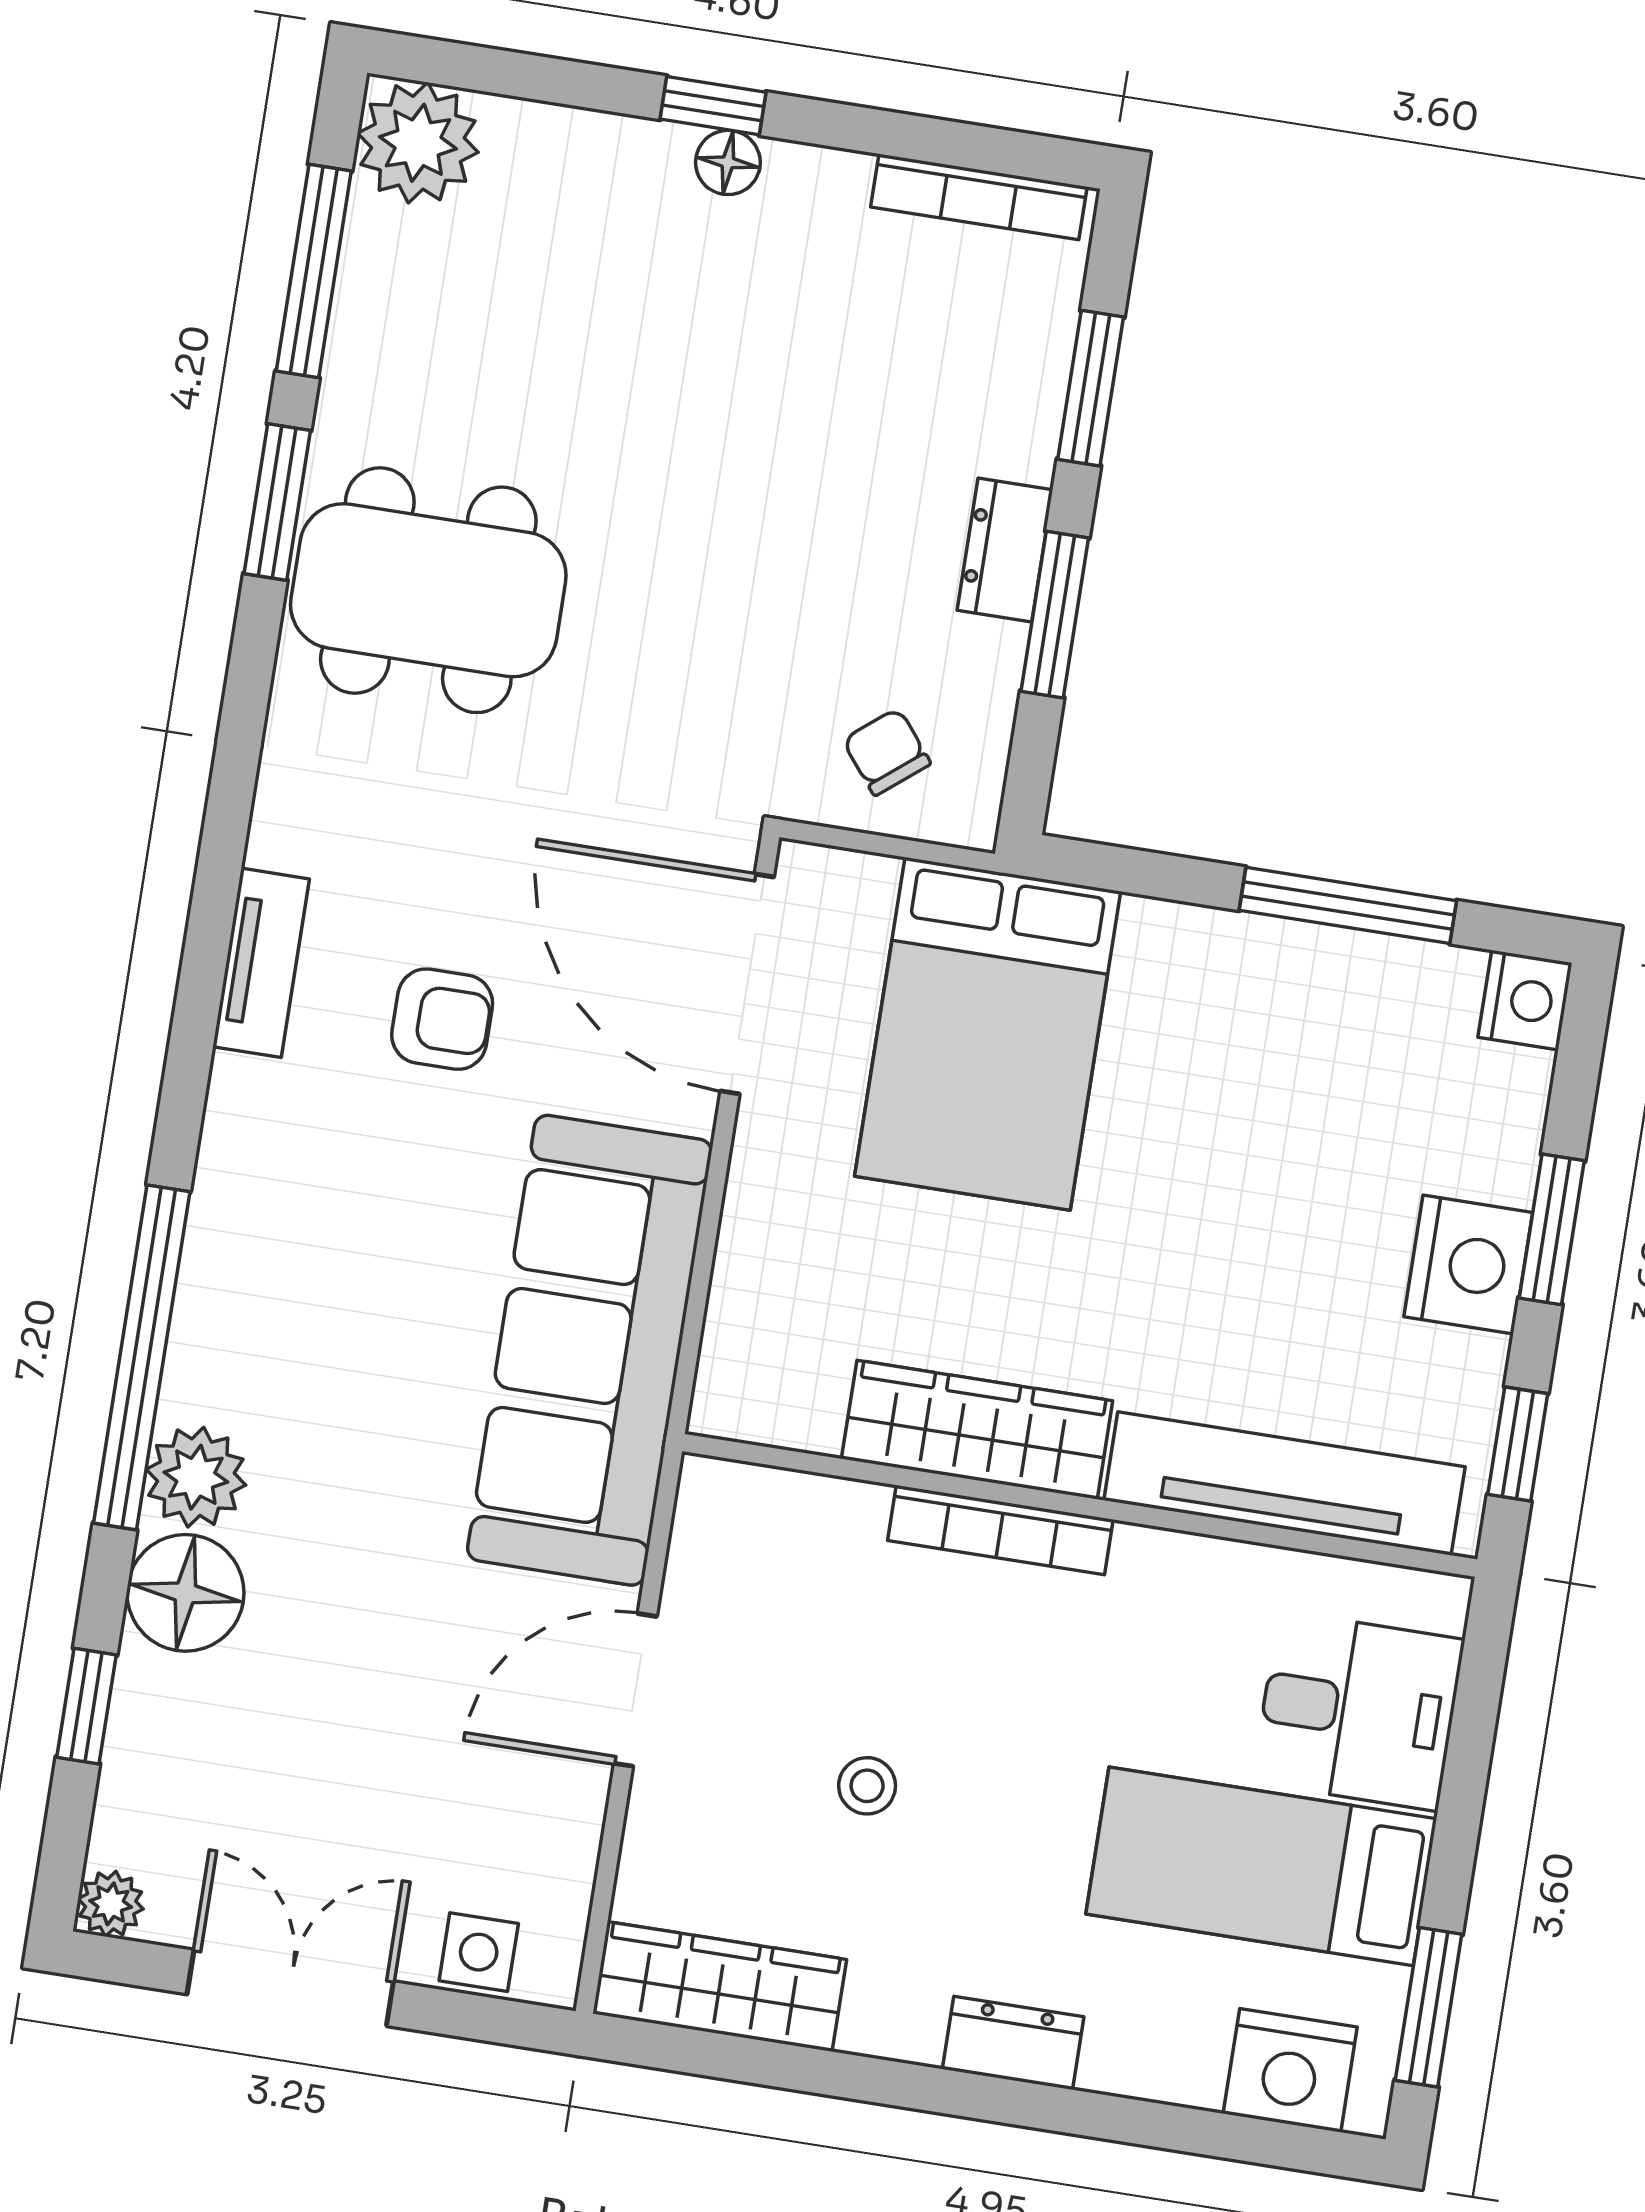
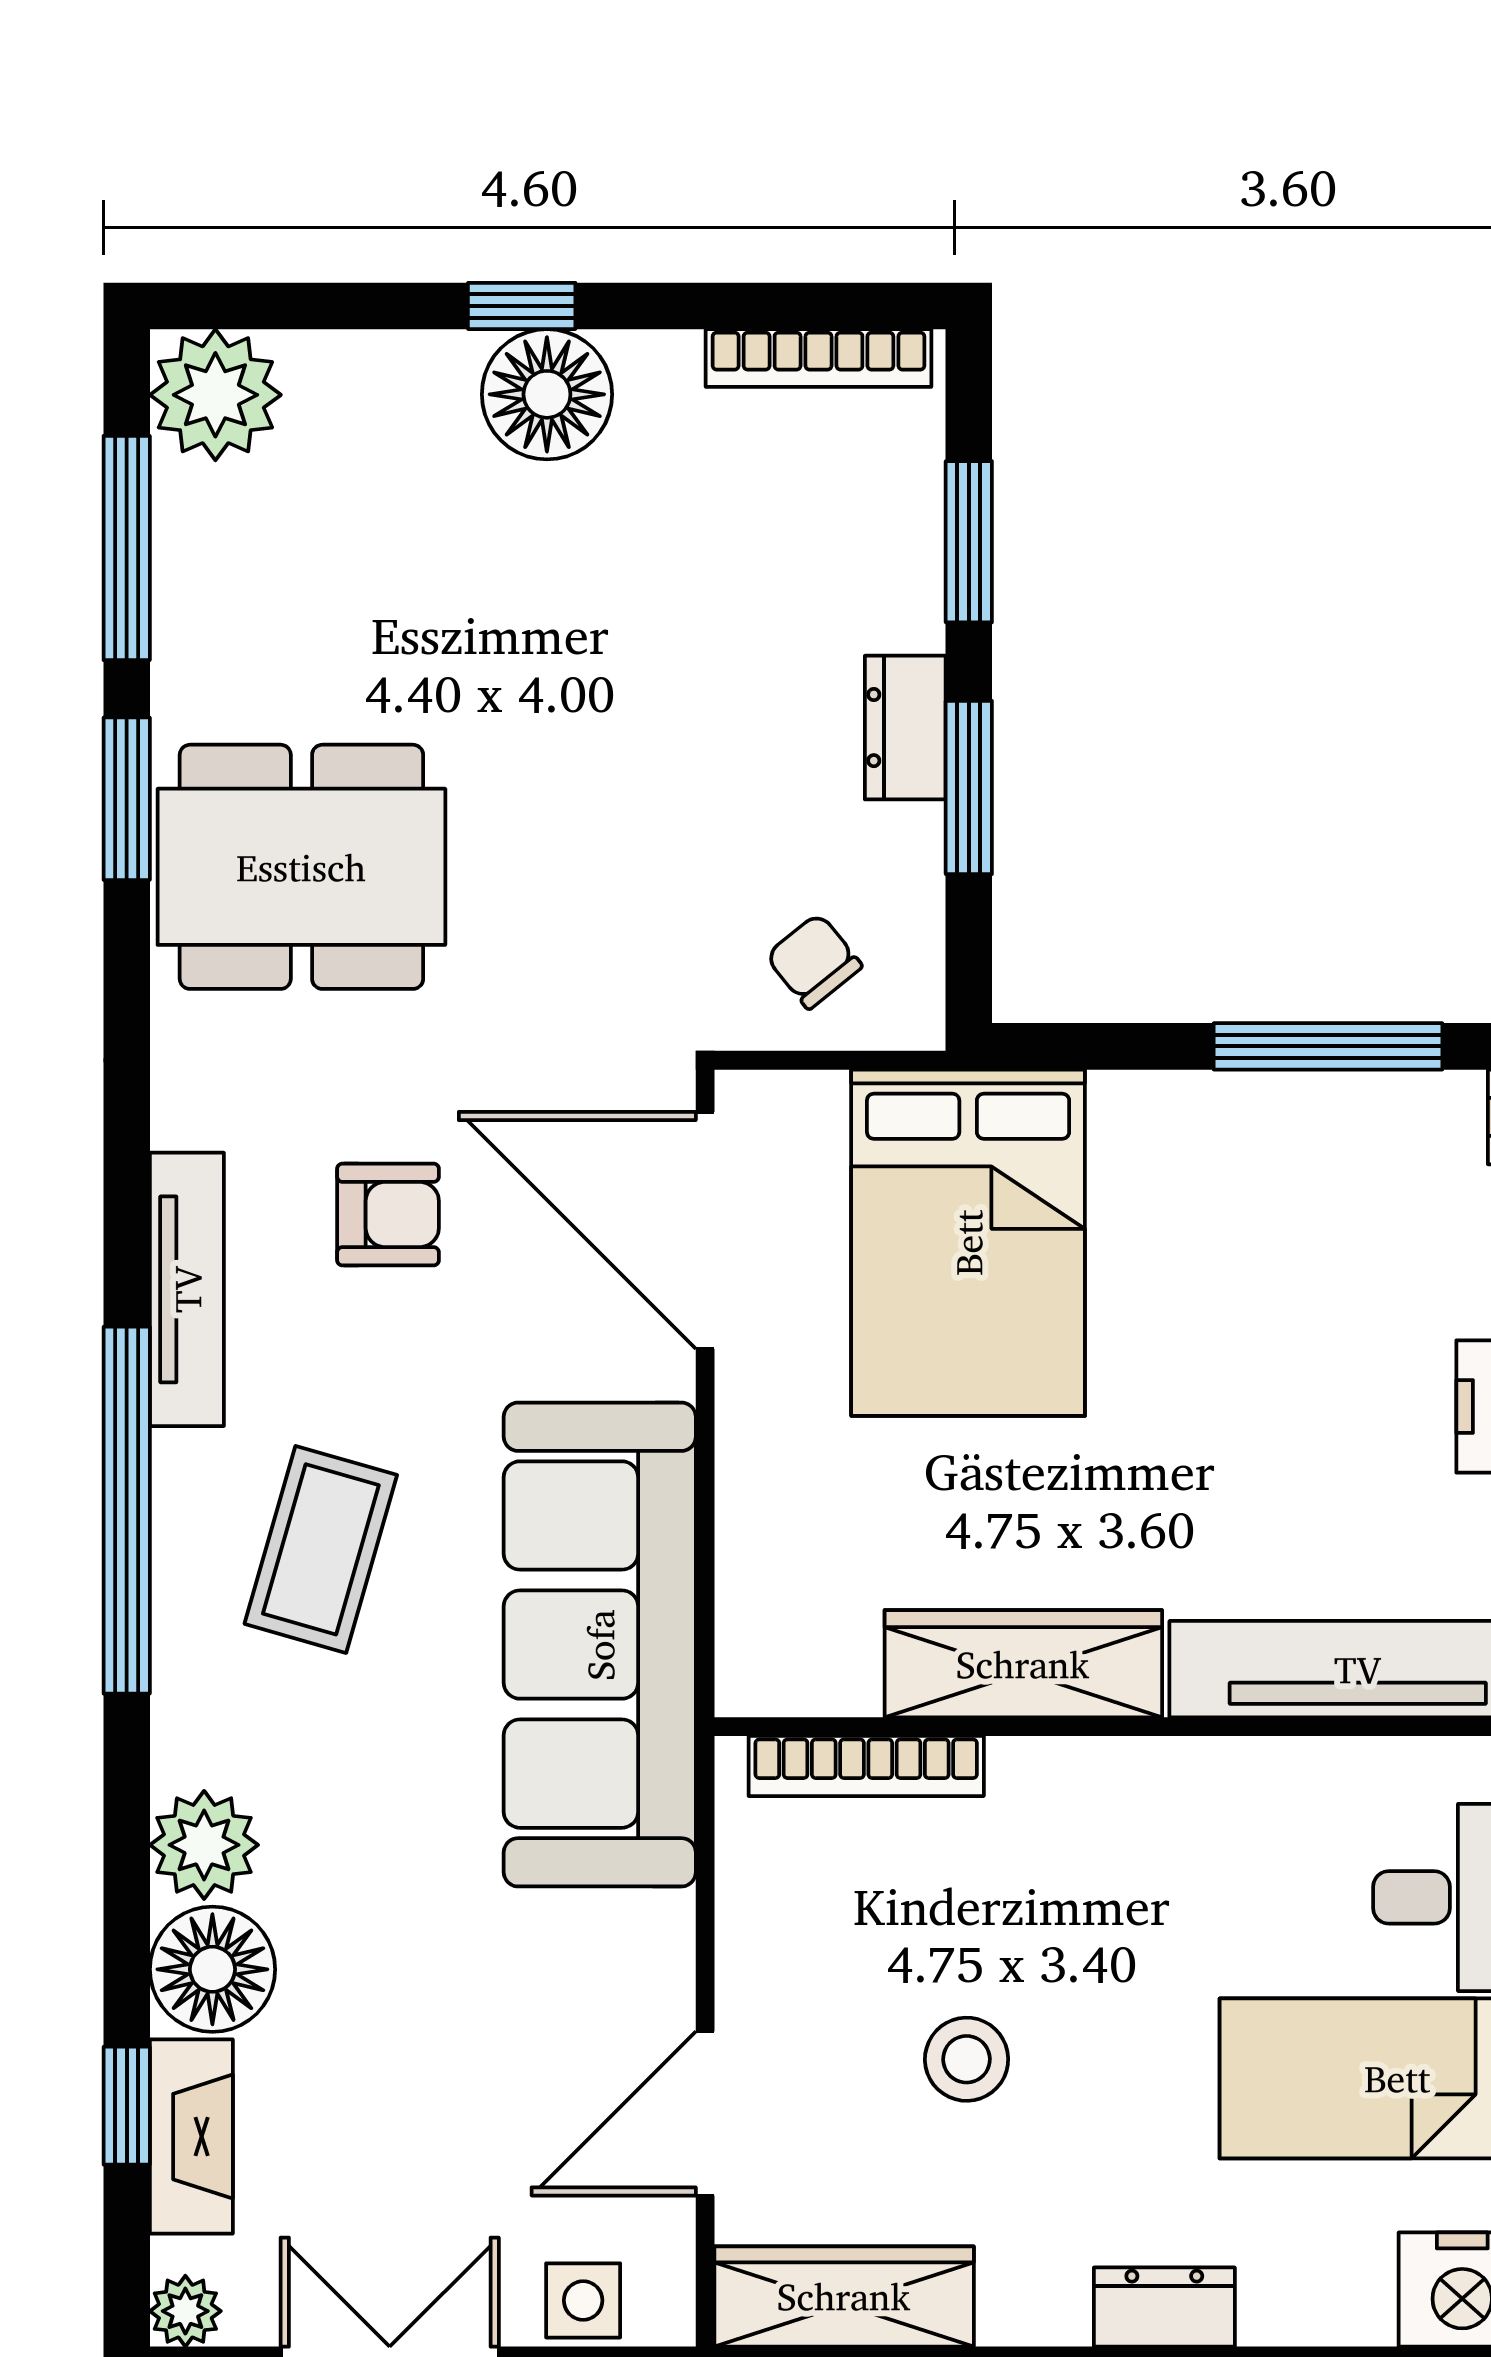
floor lamp: (728, 162) -> (547, 394), width x1.89, depth x1.89
tv unit: (261, 963) -> (187, 1289), width x1.41
armchair: (442, 1019) -> (388, 1215), moved
coffee table: (347, 1222) -> (321, 1549), added
window: (142, 1357) -> (127, 1510), moved
bookcase: (1000, 1530) -> (866, 1766), moved
door: (635, 1690) -> (705, 2114), moved
fireplace: (142, 1744) -> (191, 2137), added
stool: (867, 1786) -> (967, 2059), width x1.37, depth x1.37

